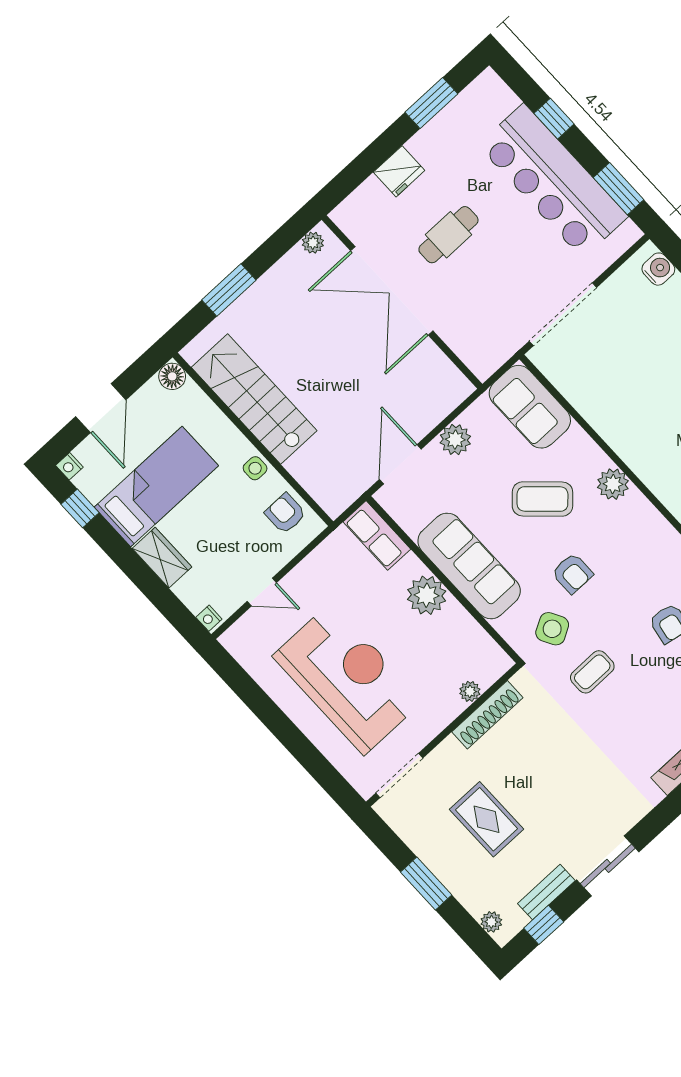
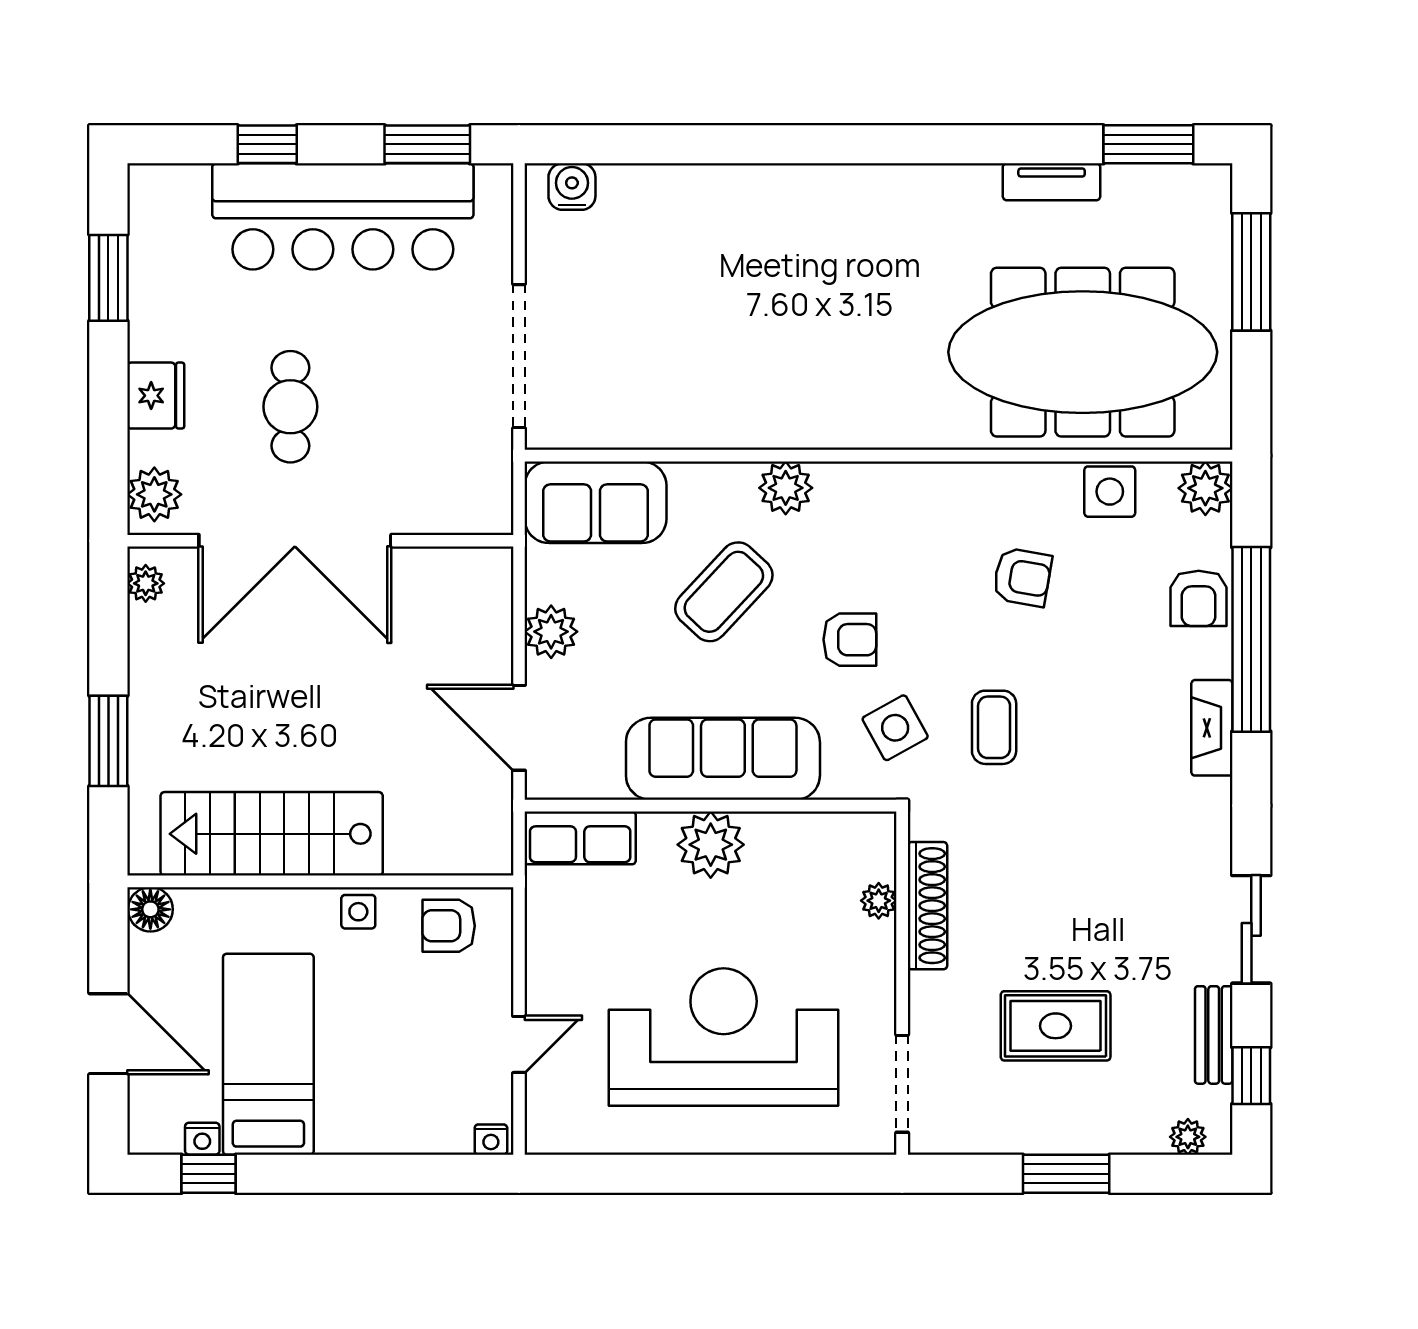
plant: (355, 211) -> (154, 494), added
nightstand: (69, 466) -> (202, 1139), moved
wardrobe: (162, 558) -> (363, 1128), removed

